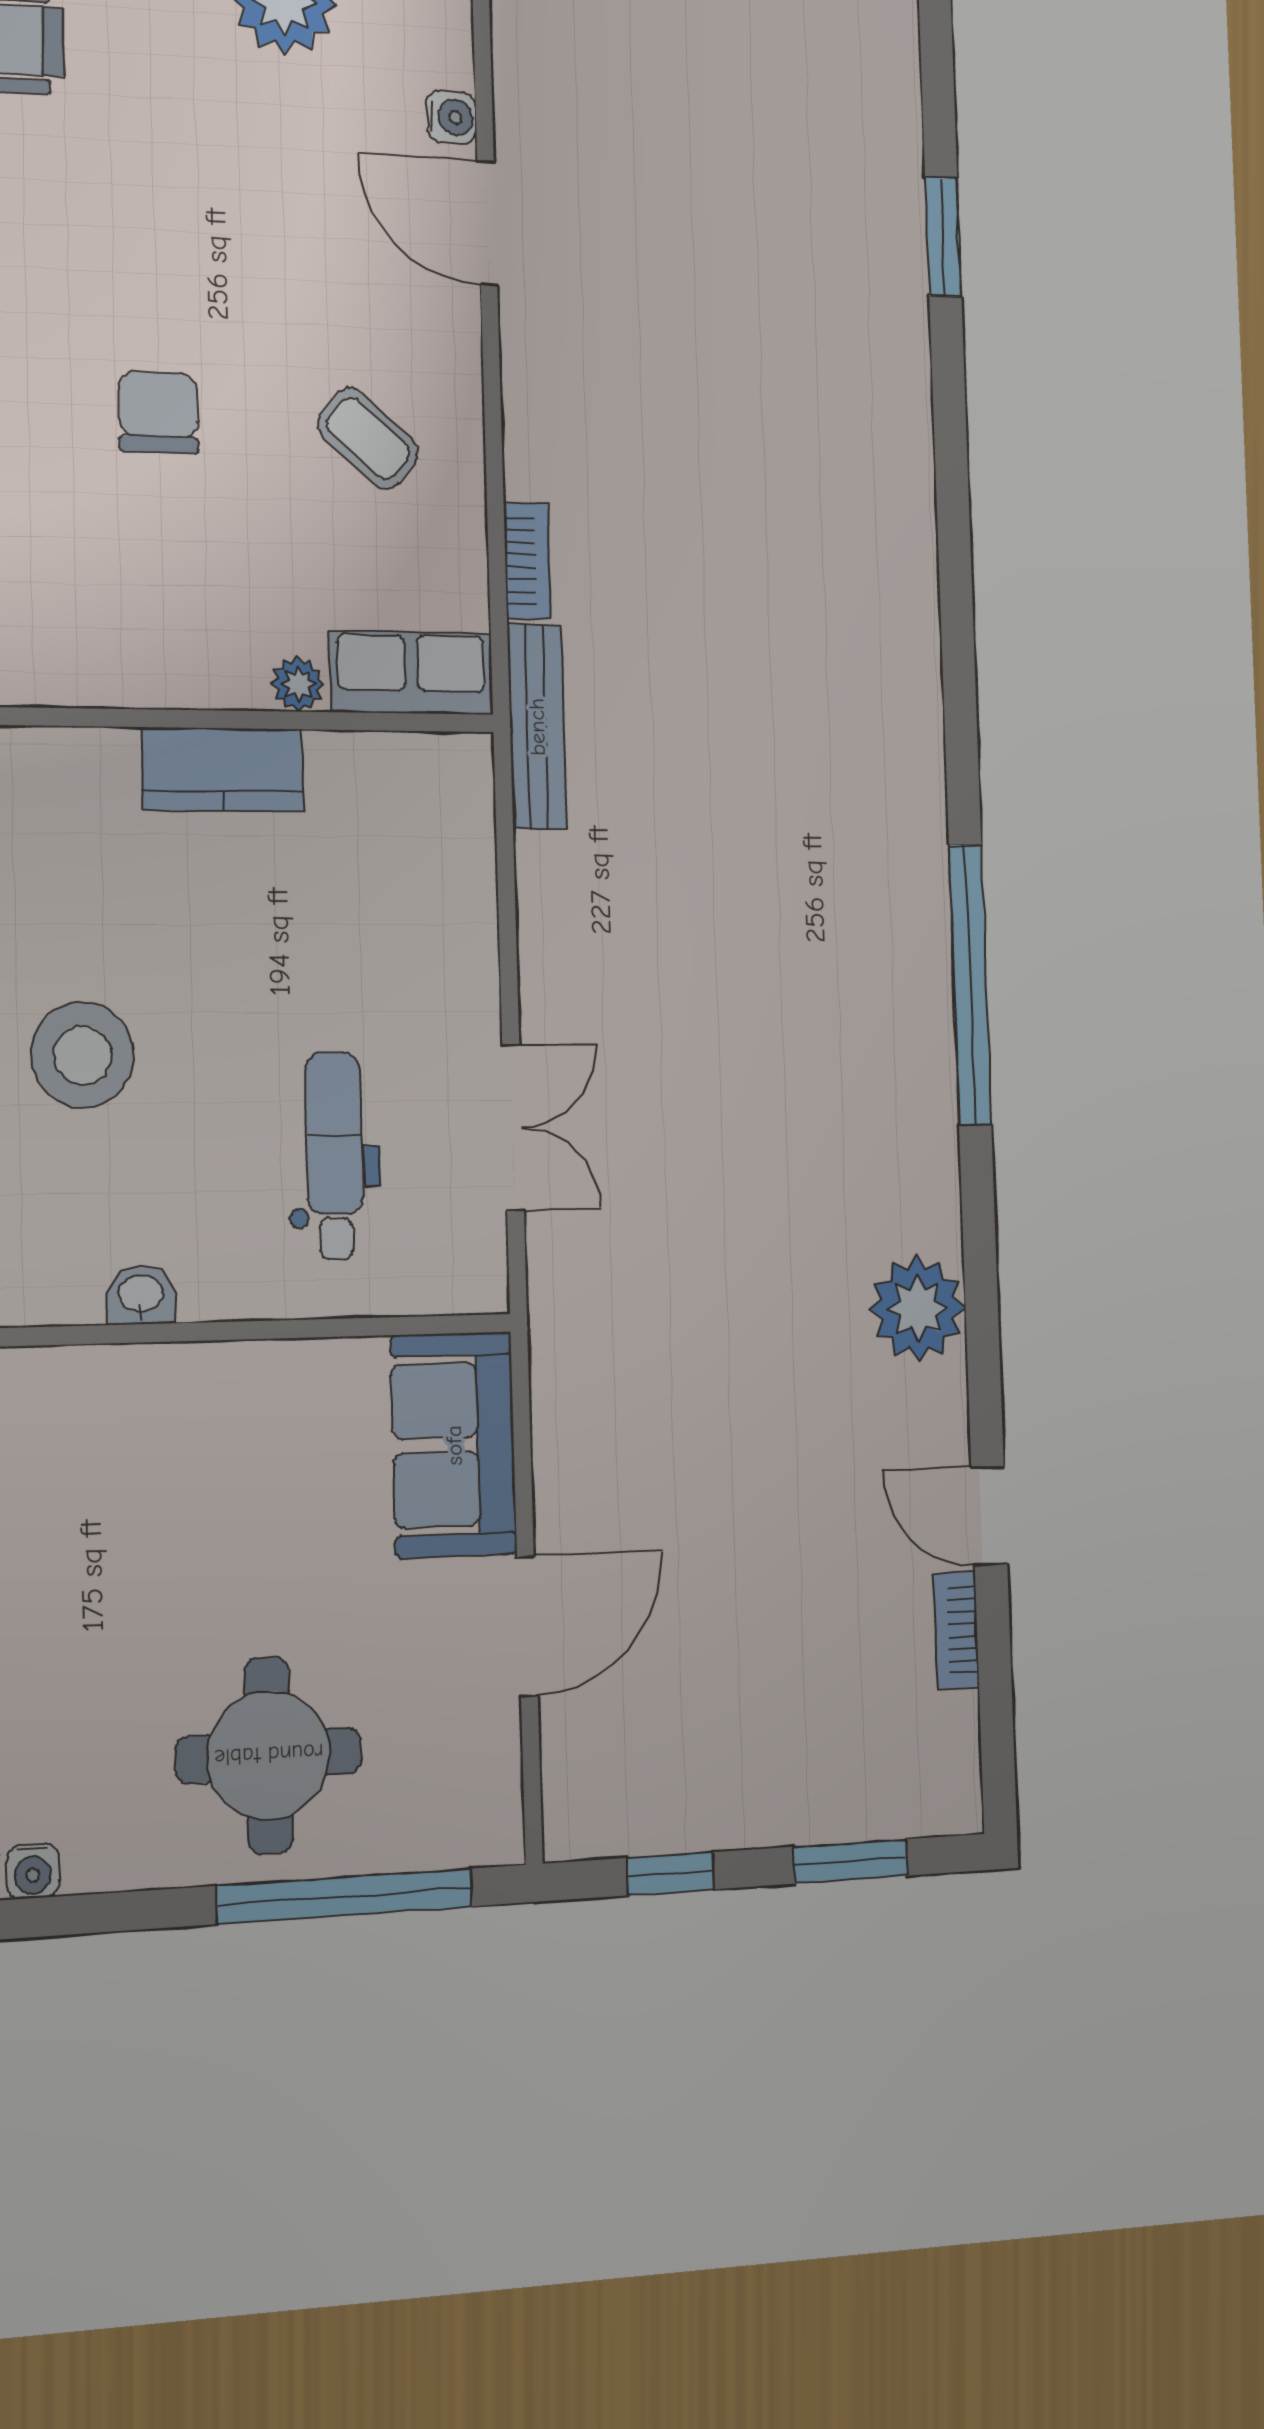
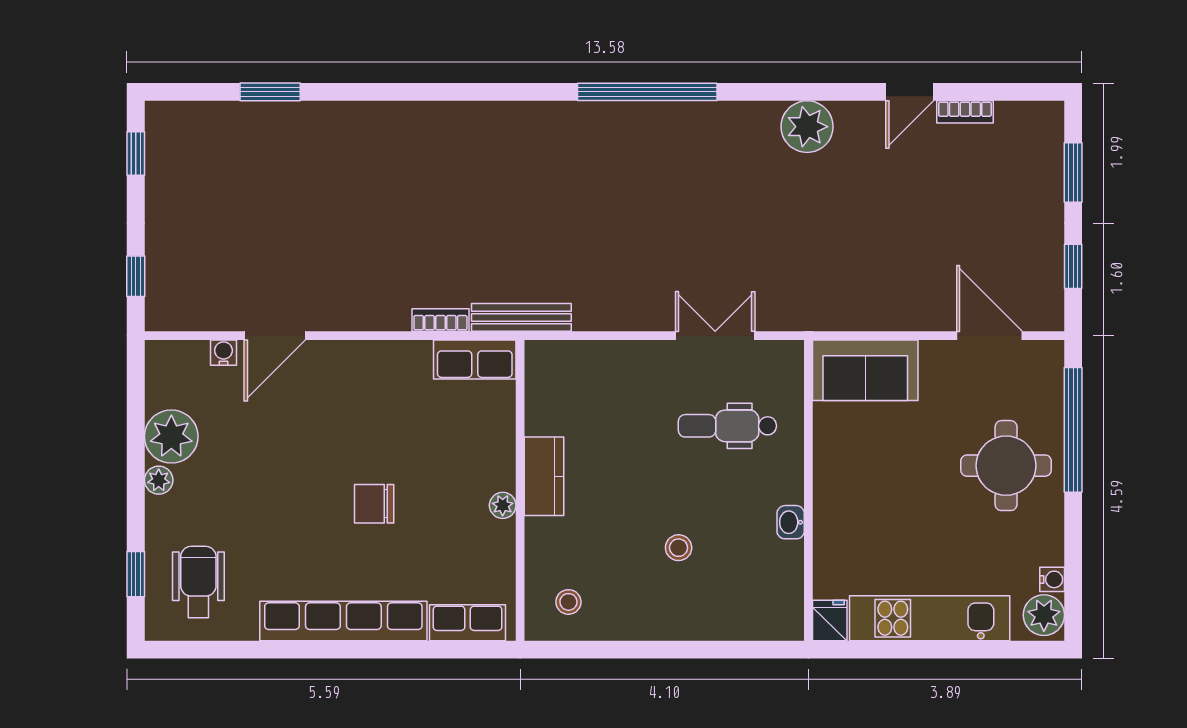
coffee table: (368, 439) -> (383, 400), removed
row of seats: (411, 673) -> (475, 359), moved, turned -90
plant: (298, 684) -> (503, 505), moved
stool: (83, 1055) -> (679, 548), width x0.53, depth x0.53
door: (527, 1626) -> (989, 336), moved

